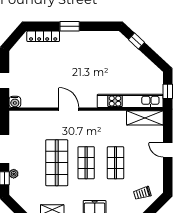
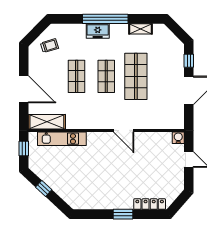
window: (136, 41) -> (44, 188), moved
kitchen unit: (130, 101) -> (62, 139), width x0.73
door: (168, 150) -> (24, 89), width x1.87
plant: (14, 174) -> (179, 65), removed

